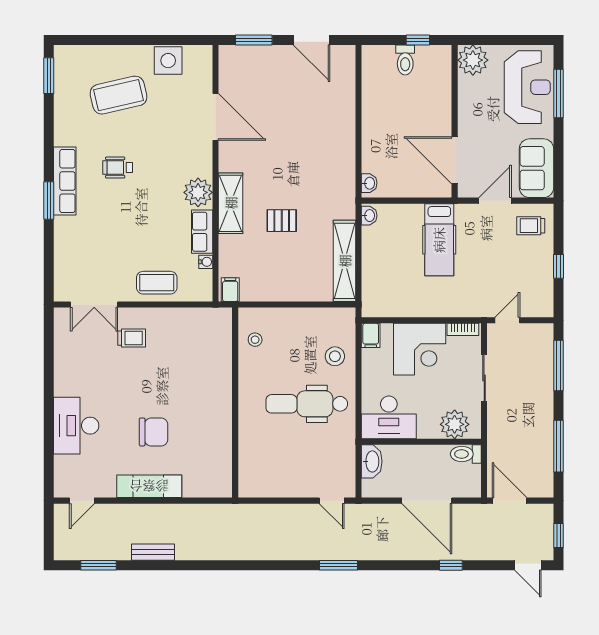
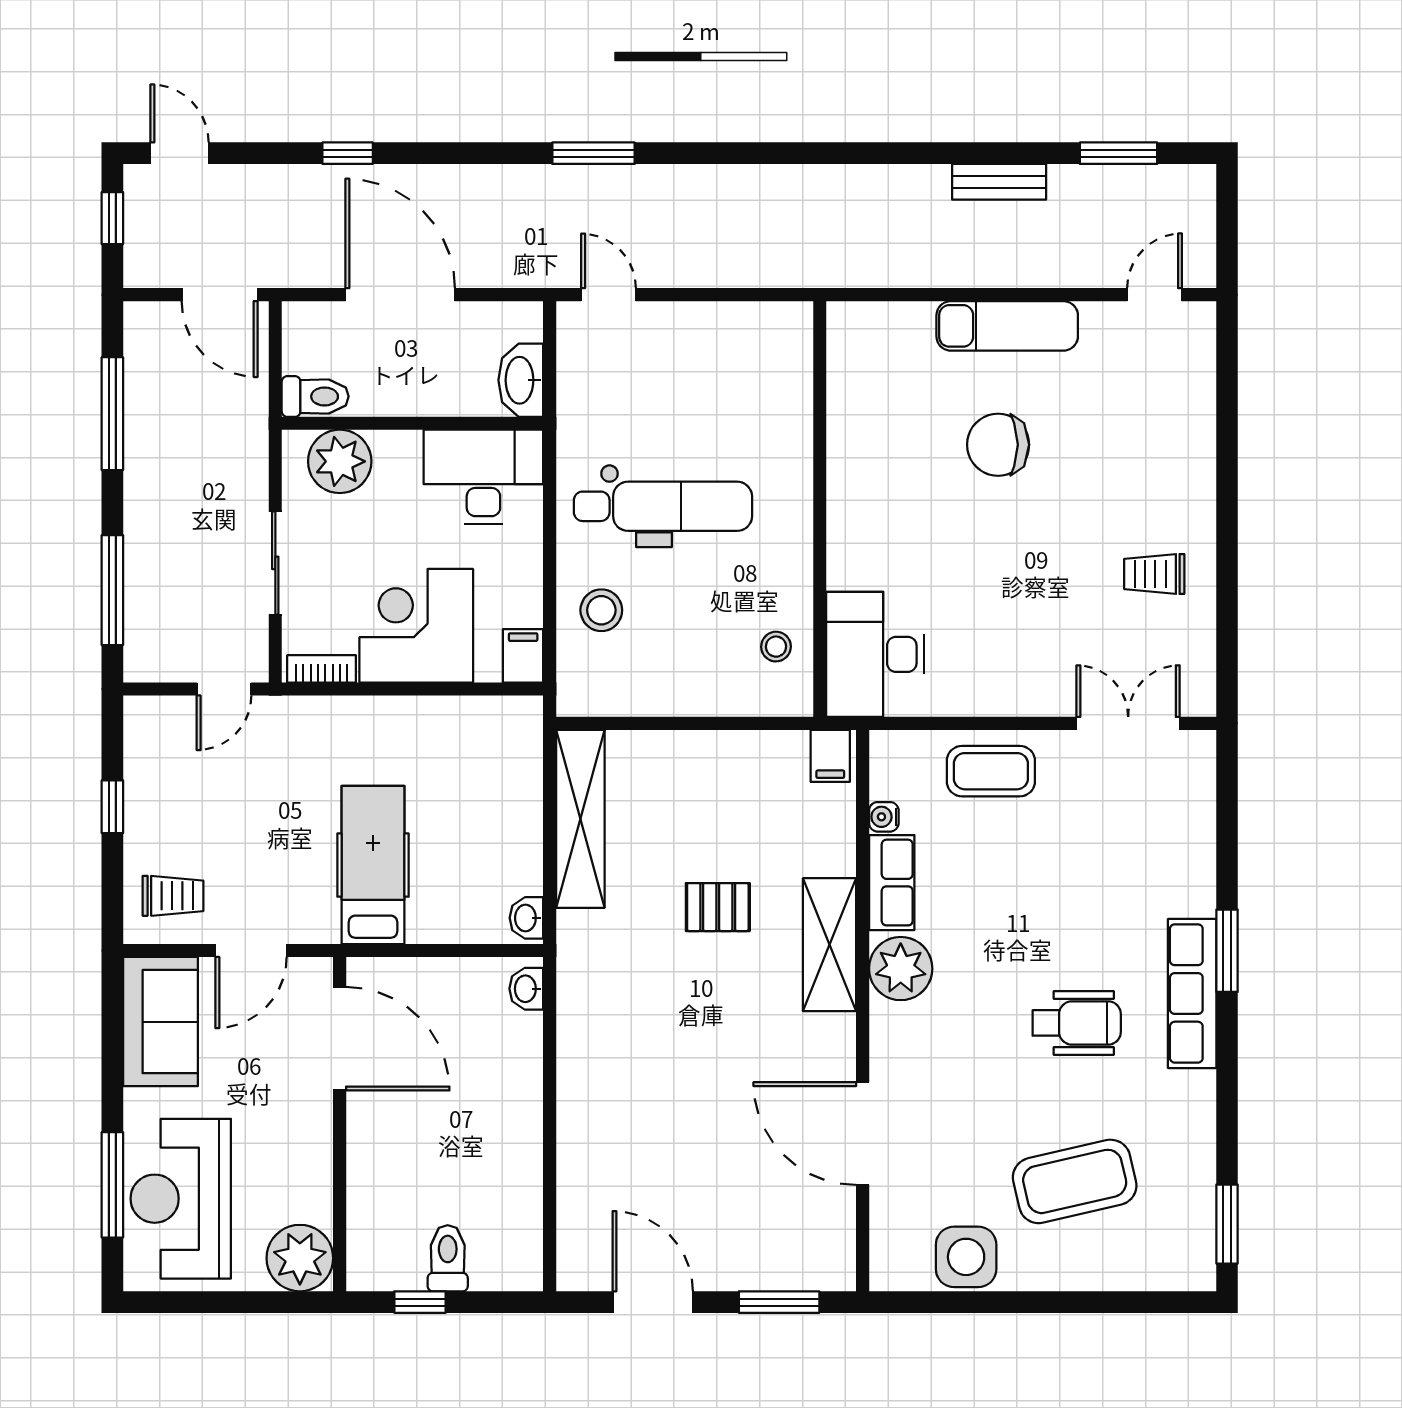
wheelchair: (118, 168) -> (1077, 1023), width x1.36, depth x1.37
trolley: (132, 338) -> (1154, 574), moved
desk: (76, 426) -> (875, 654), moved, turned 180

